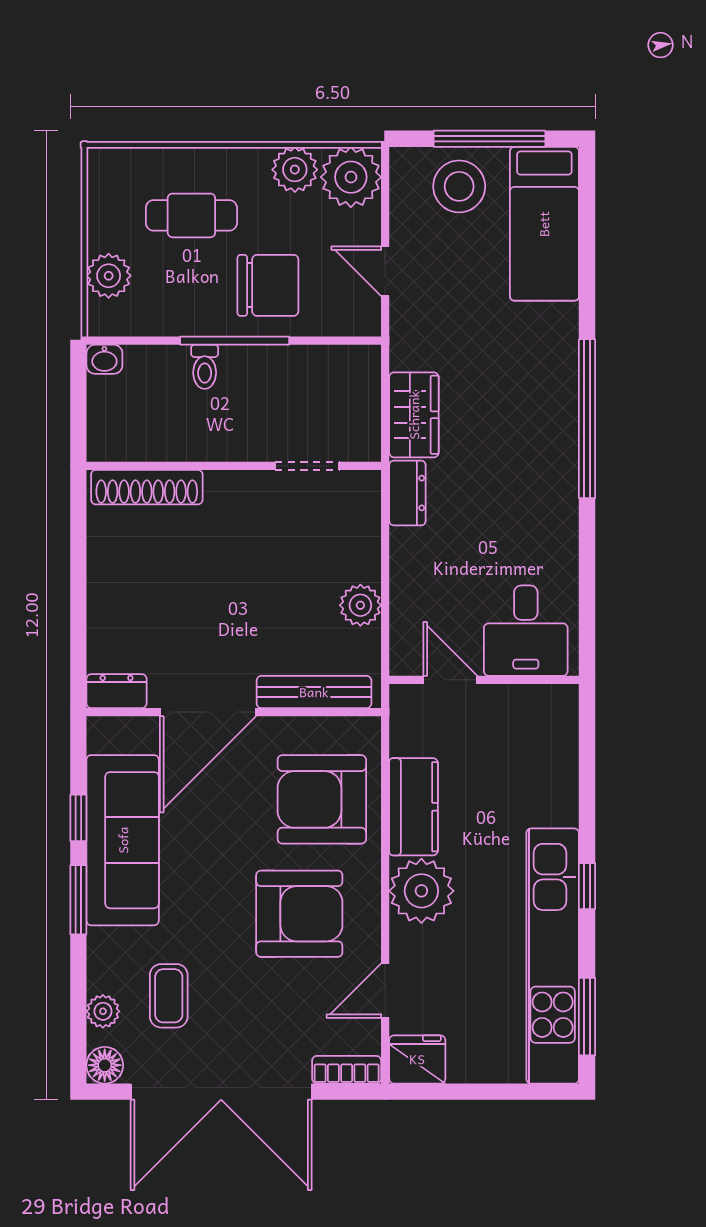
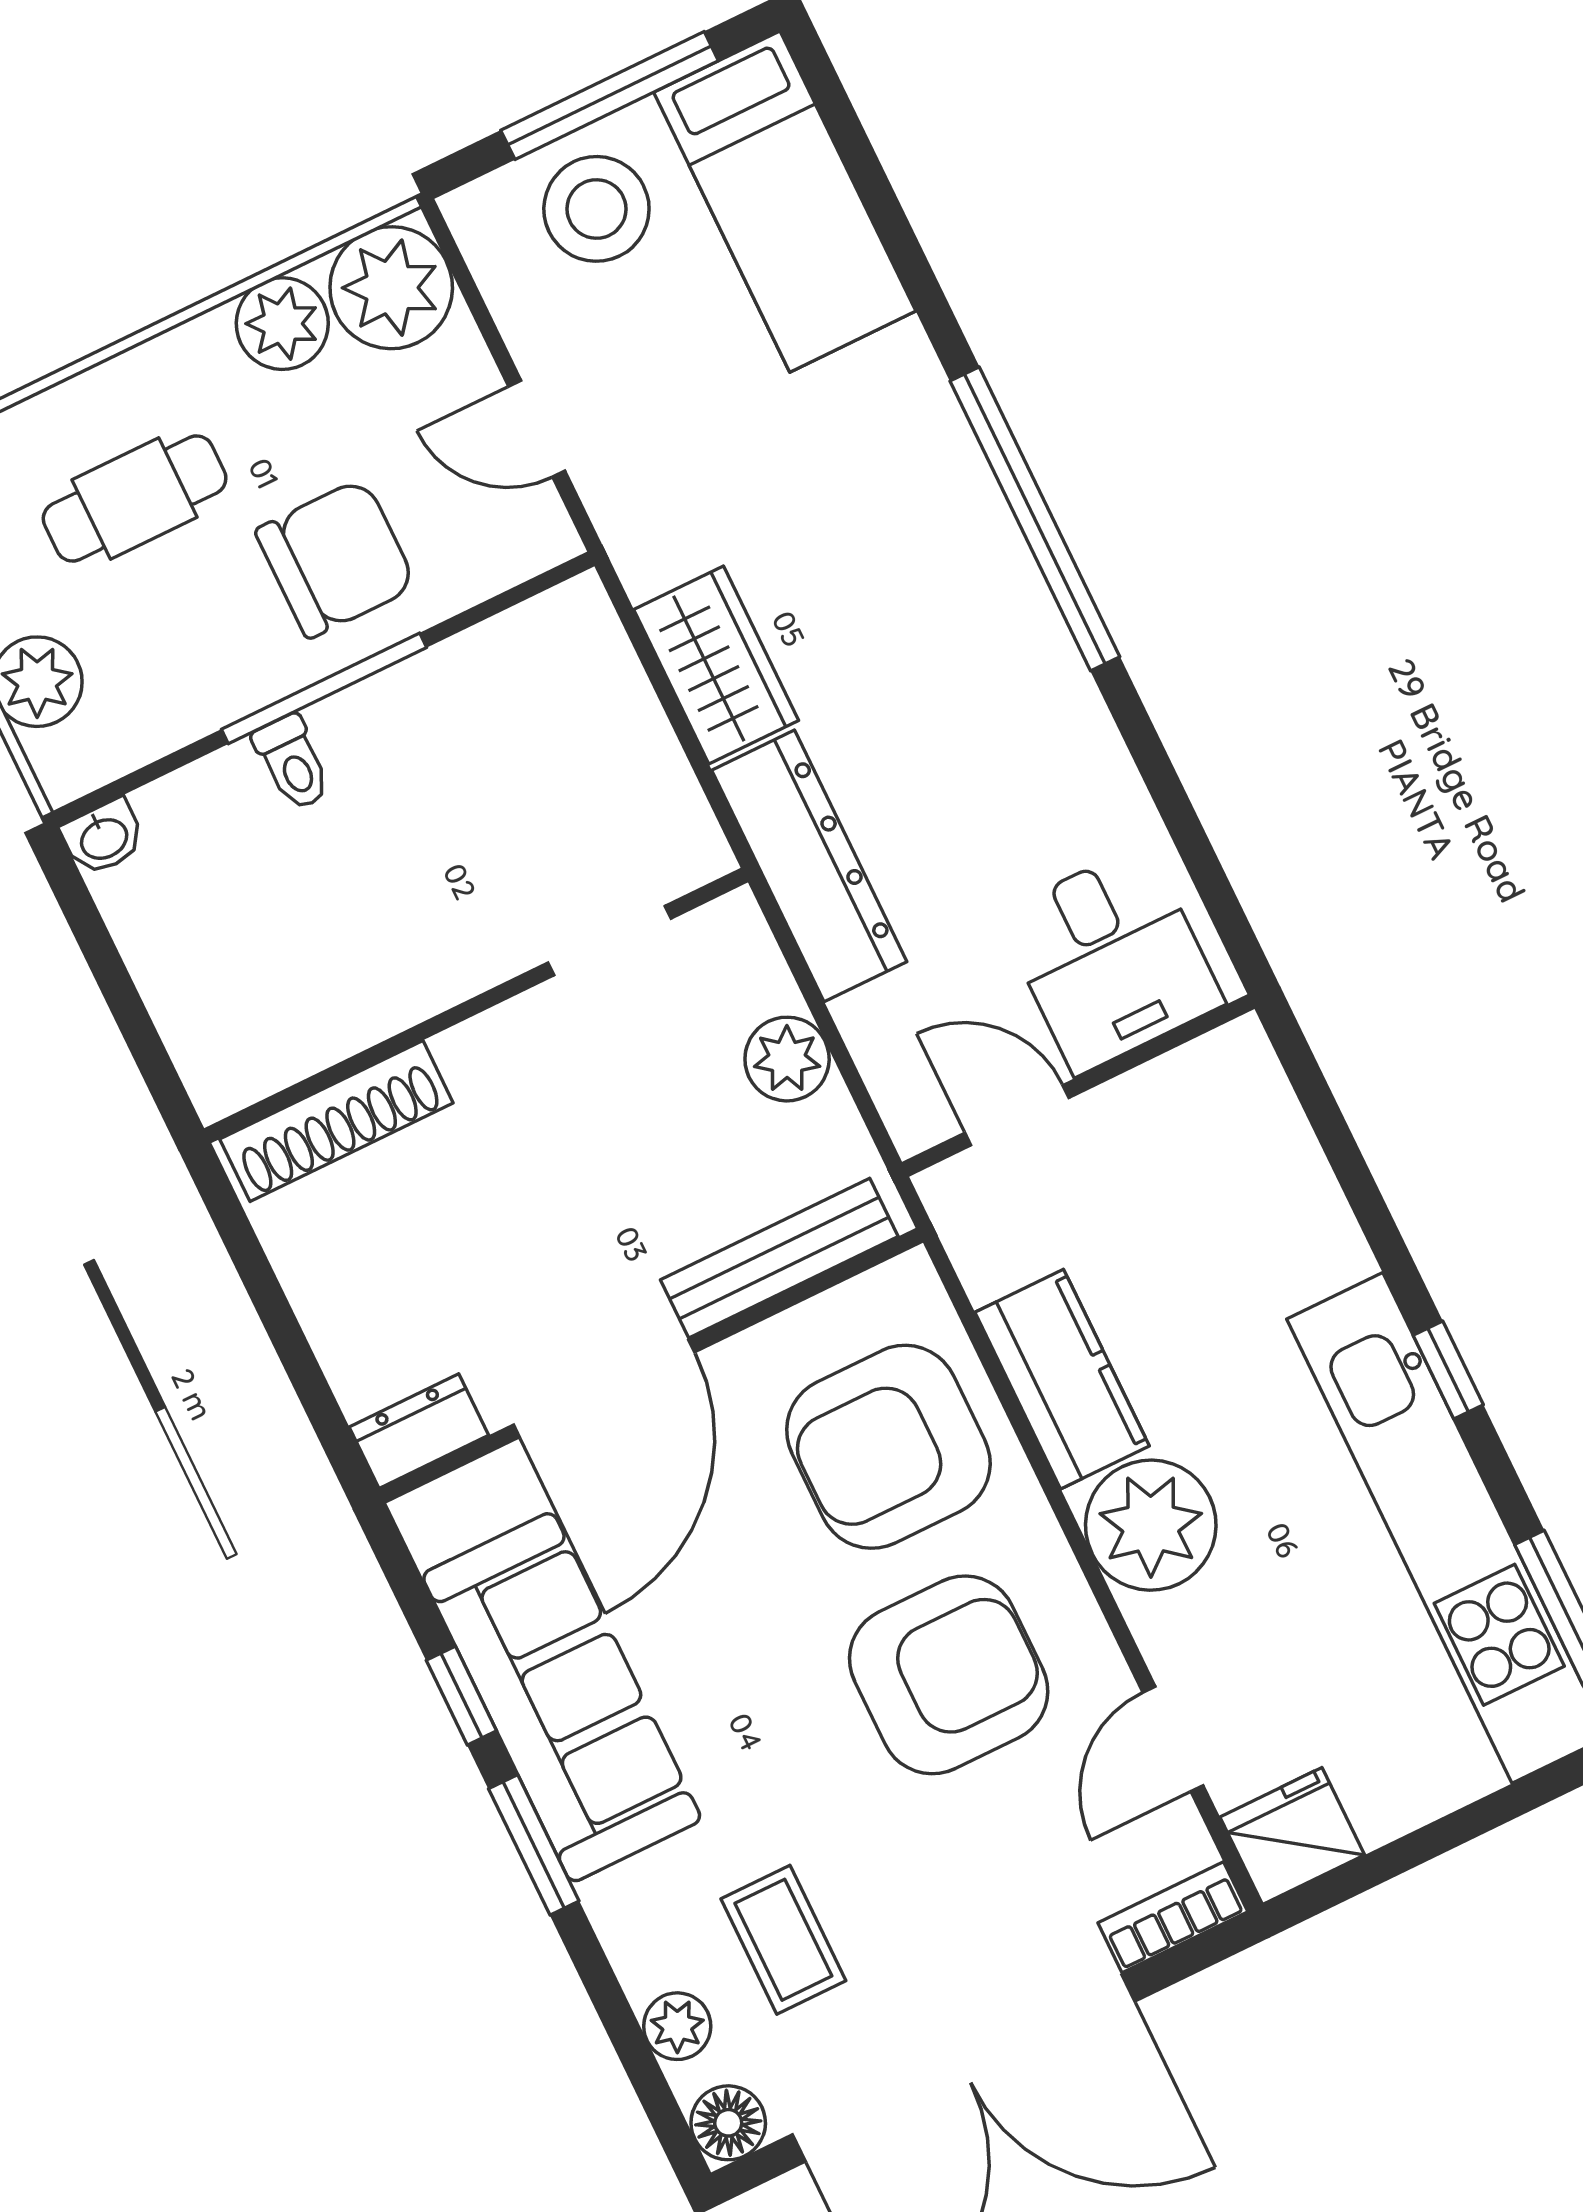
wall: (234, 466) -> (476, 1005), moved
doorway: (307, 466) -> (609, 941), moved
shoe rack: (147, 487) -> (336, 1121), moved
dresser: (407, 493) -> (809, 866), width x1.96, depth x1.24

